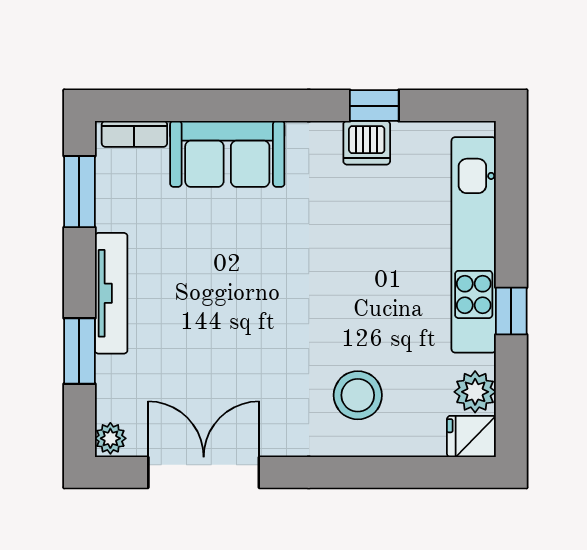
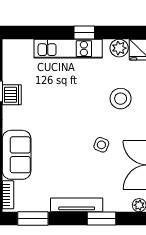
kitchen unit: (474, 245) -> (68, 49), width x0.73
side table: (250, 351) -> (101, 145), added

